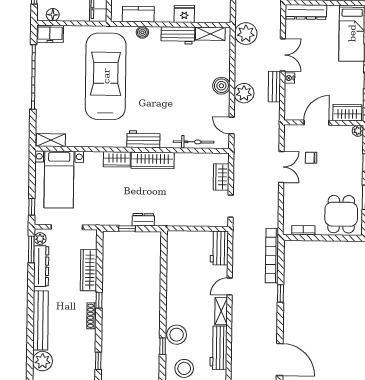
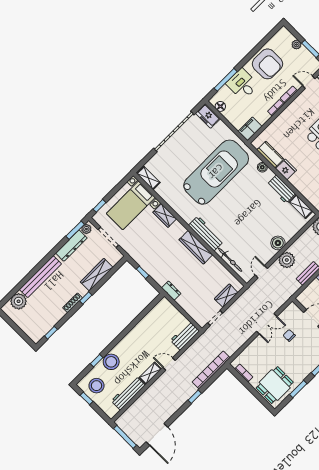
fridge: (184, 14) -> (286, 169), moved
workbench: (143, 139) -> (206, 233), width x1.38
wardrobe: (117, 159) -> (165, 216), moved
dresser: (143, 220) -> (171, 291), moved

